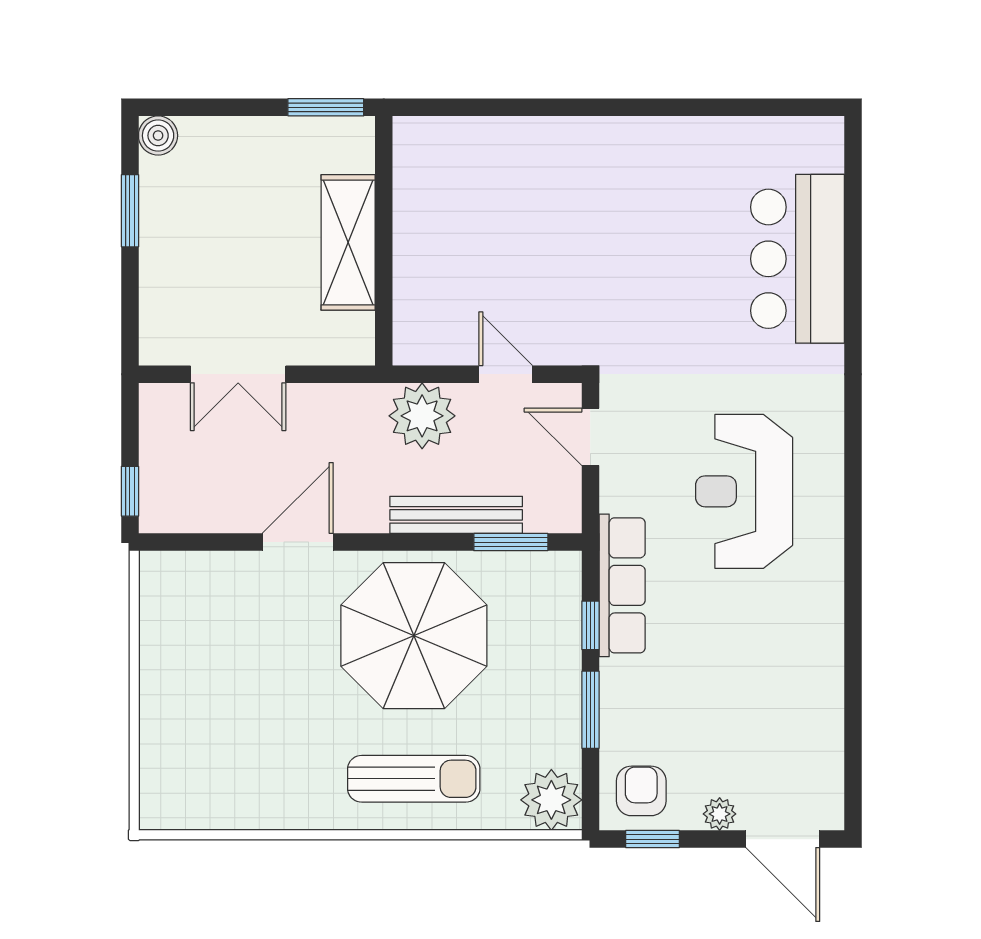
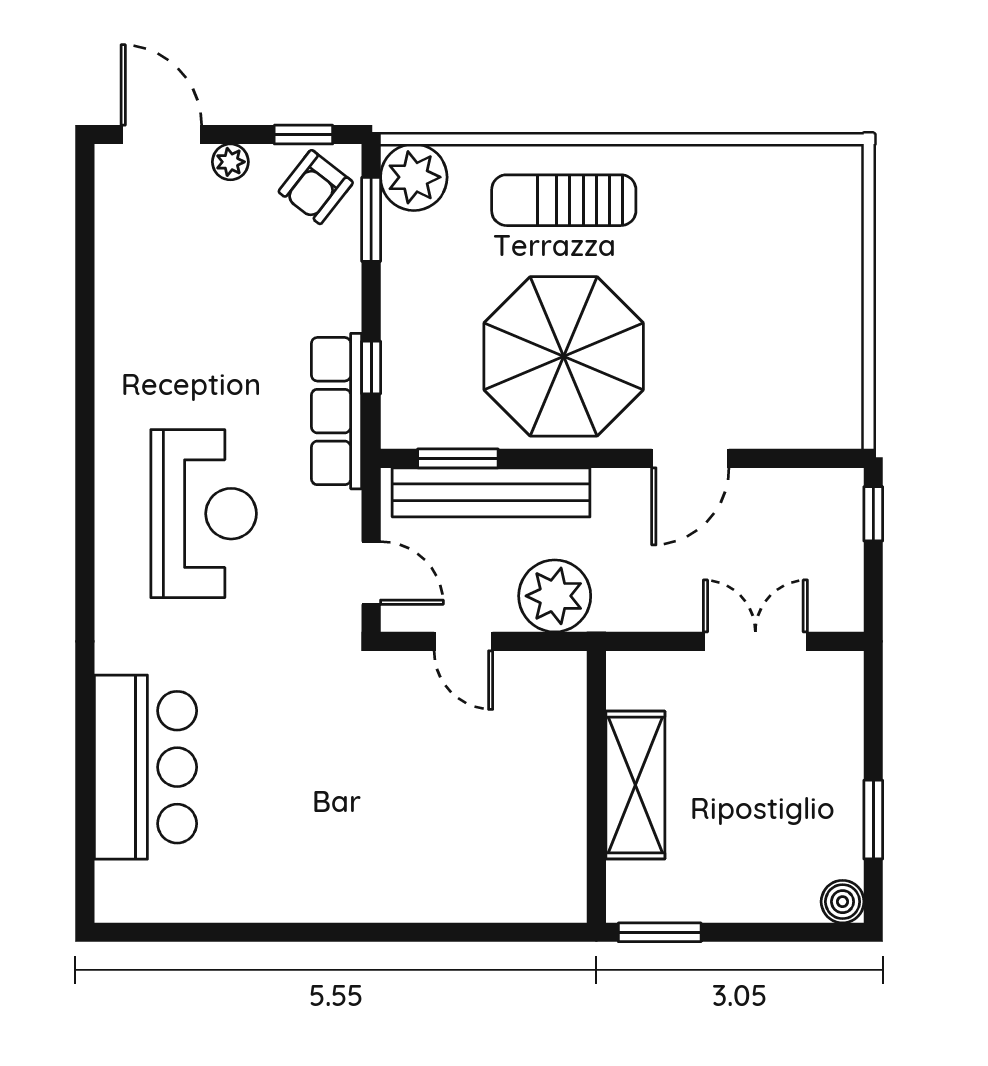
bench: (456, 515) -> (491, 492), width x1.37, depth x1.21
window: (590, 710) -> (371, 219), moved
armchair: (641, 791) -> (316, 187), turned 38

